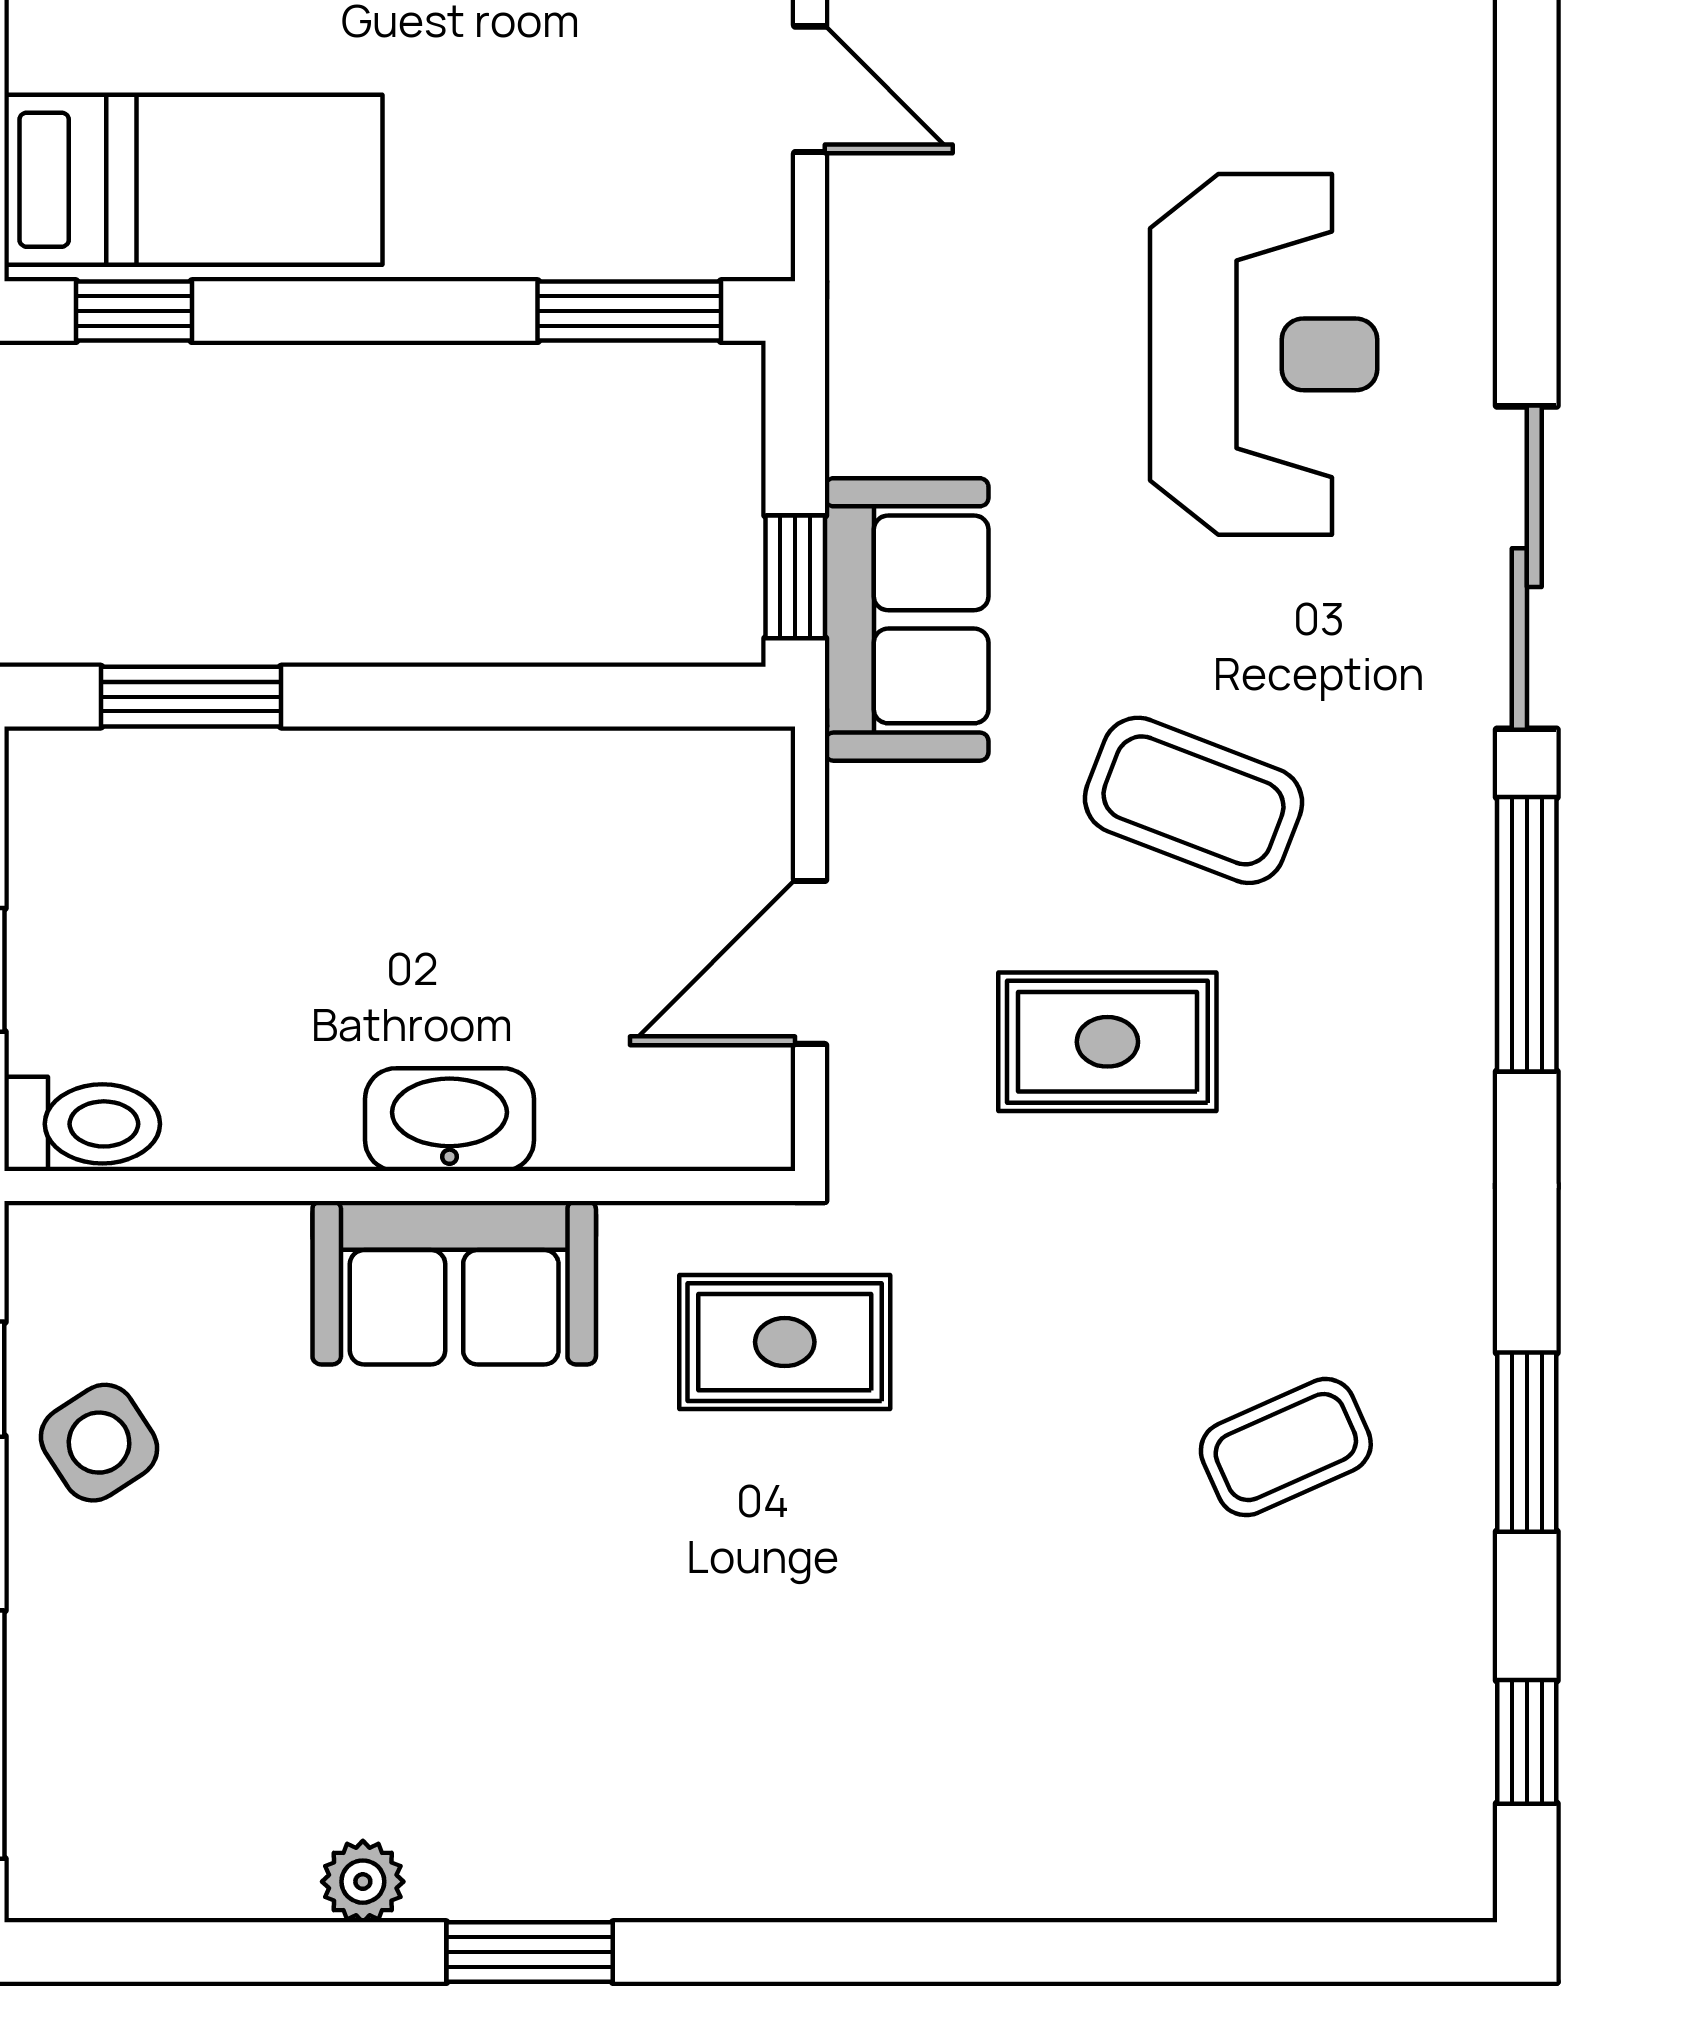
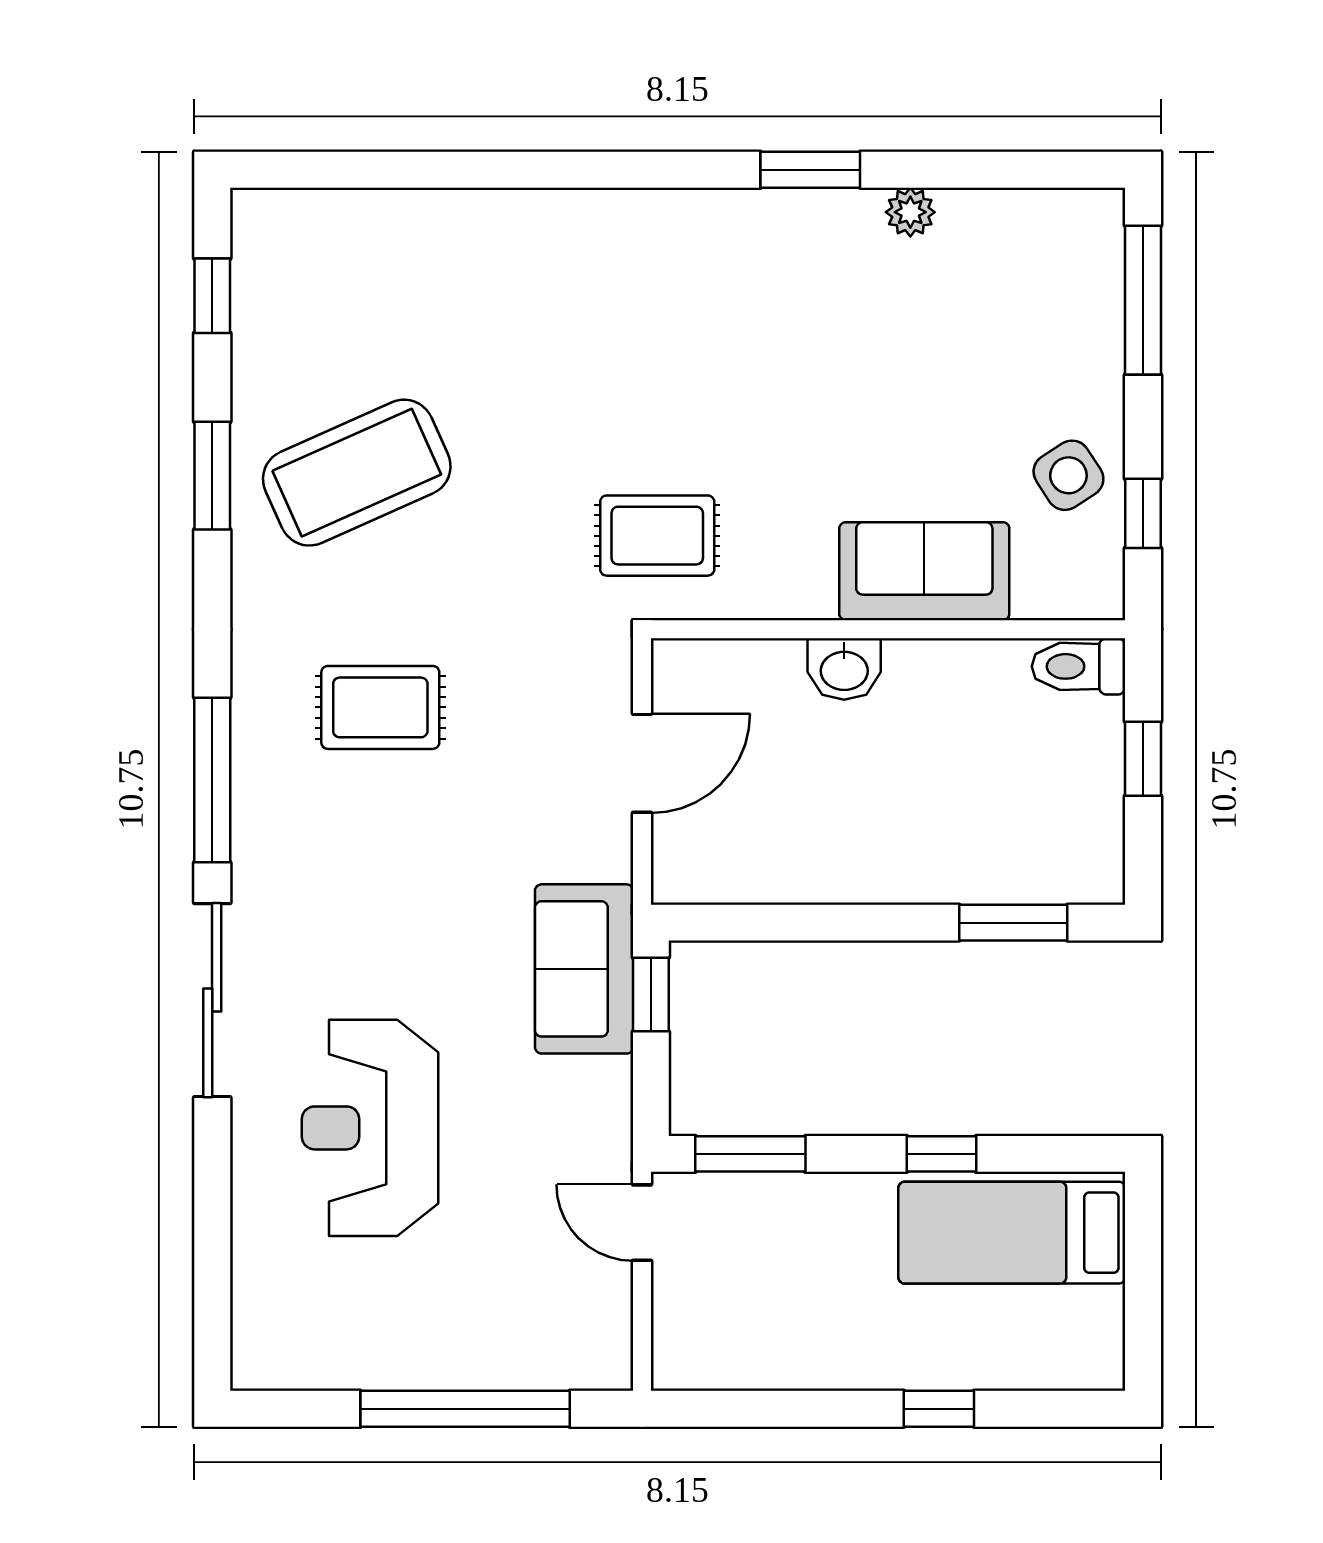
door: (810, 89) -> (642, 1223), moved
window: (134, 311) -> (942, 1154), moved
coffee table: (1193, 800) -> (412, 860), removed
rug: (1107, 1042) -> (380, 707), moved
washbasin: (449, 1120) -> (844, 669), width x0.72
sofa: (454, 1283) -> (924, 571), moved
coffee table: (1286, 1447) -> (357, 473), width x1.86, depth x1.72

